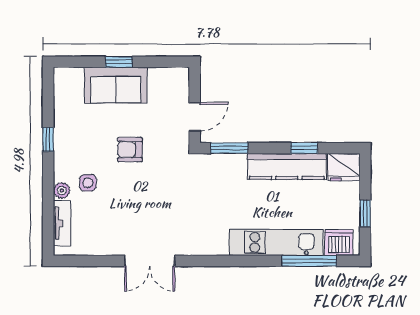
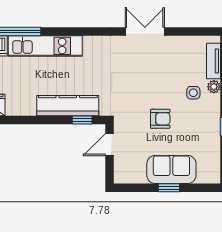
window: (229, 148) -> (82, 120), width x0.67
window: (304, 148) -> (23, 120), removed
kitchen counter: (287, 166) -> (68, 106), moved

